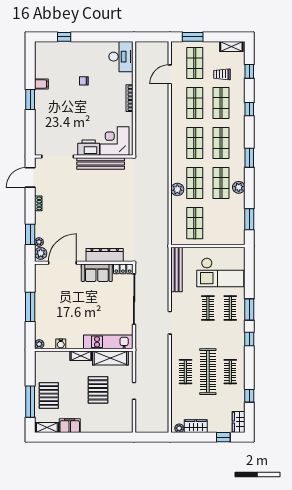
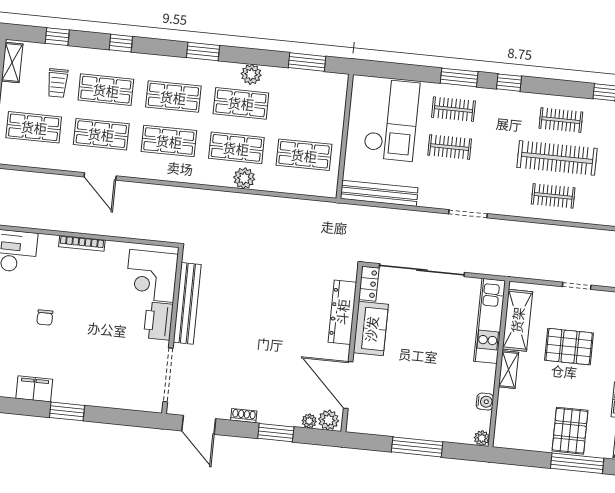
door: (170, 74) -> (100, 176), moved
filing cabinet: (41, 84) -> (34, 389), width x2.00
window: (30, 234) -> (276, 433), moved
pallet: (49, 395) -> (570, 431), turned 90

